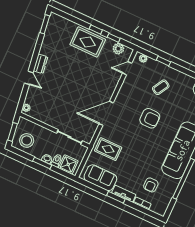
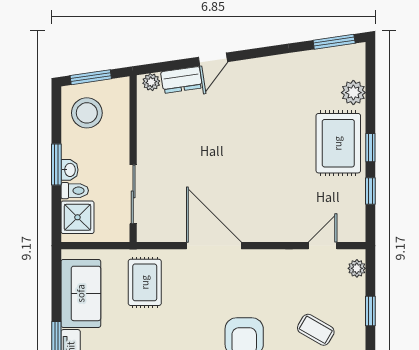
plant: (118, 49) -> (353, 93), moved
dresser: (40, 64) -> (182, 80), moved
door: (127, 68) -> (323, 246), hinge flipped

